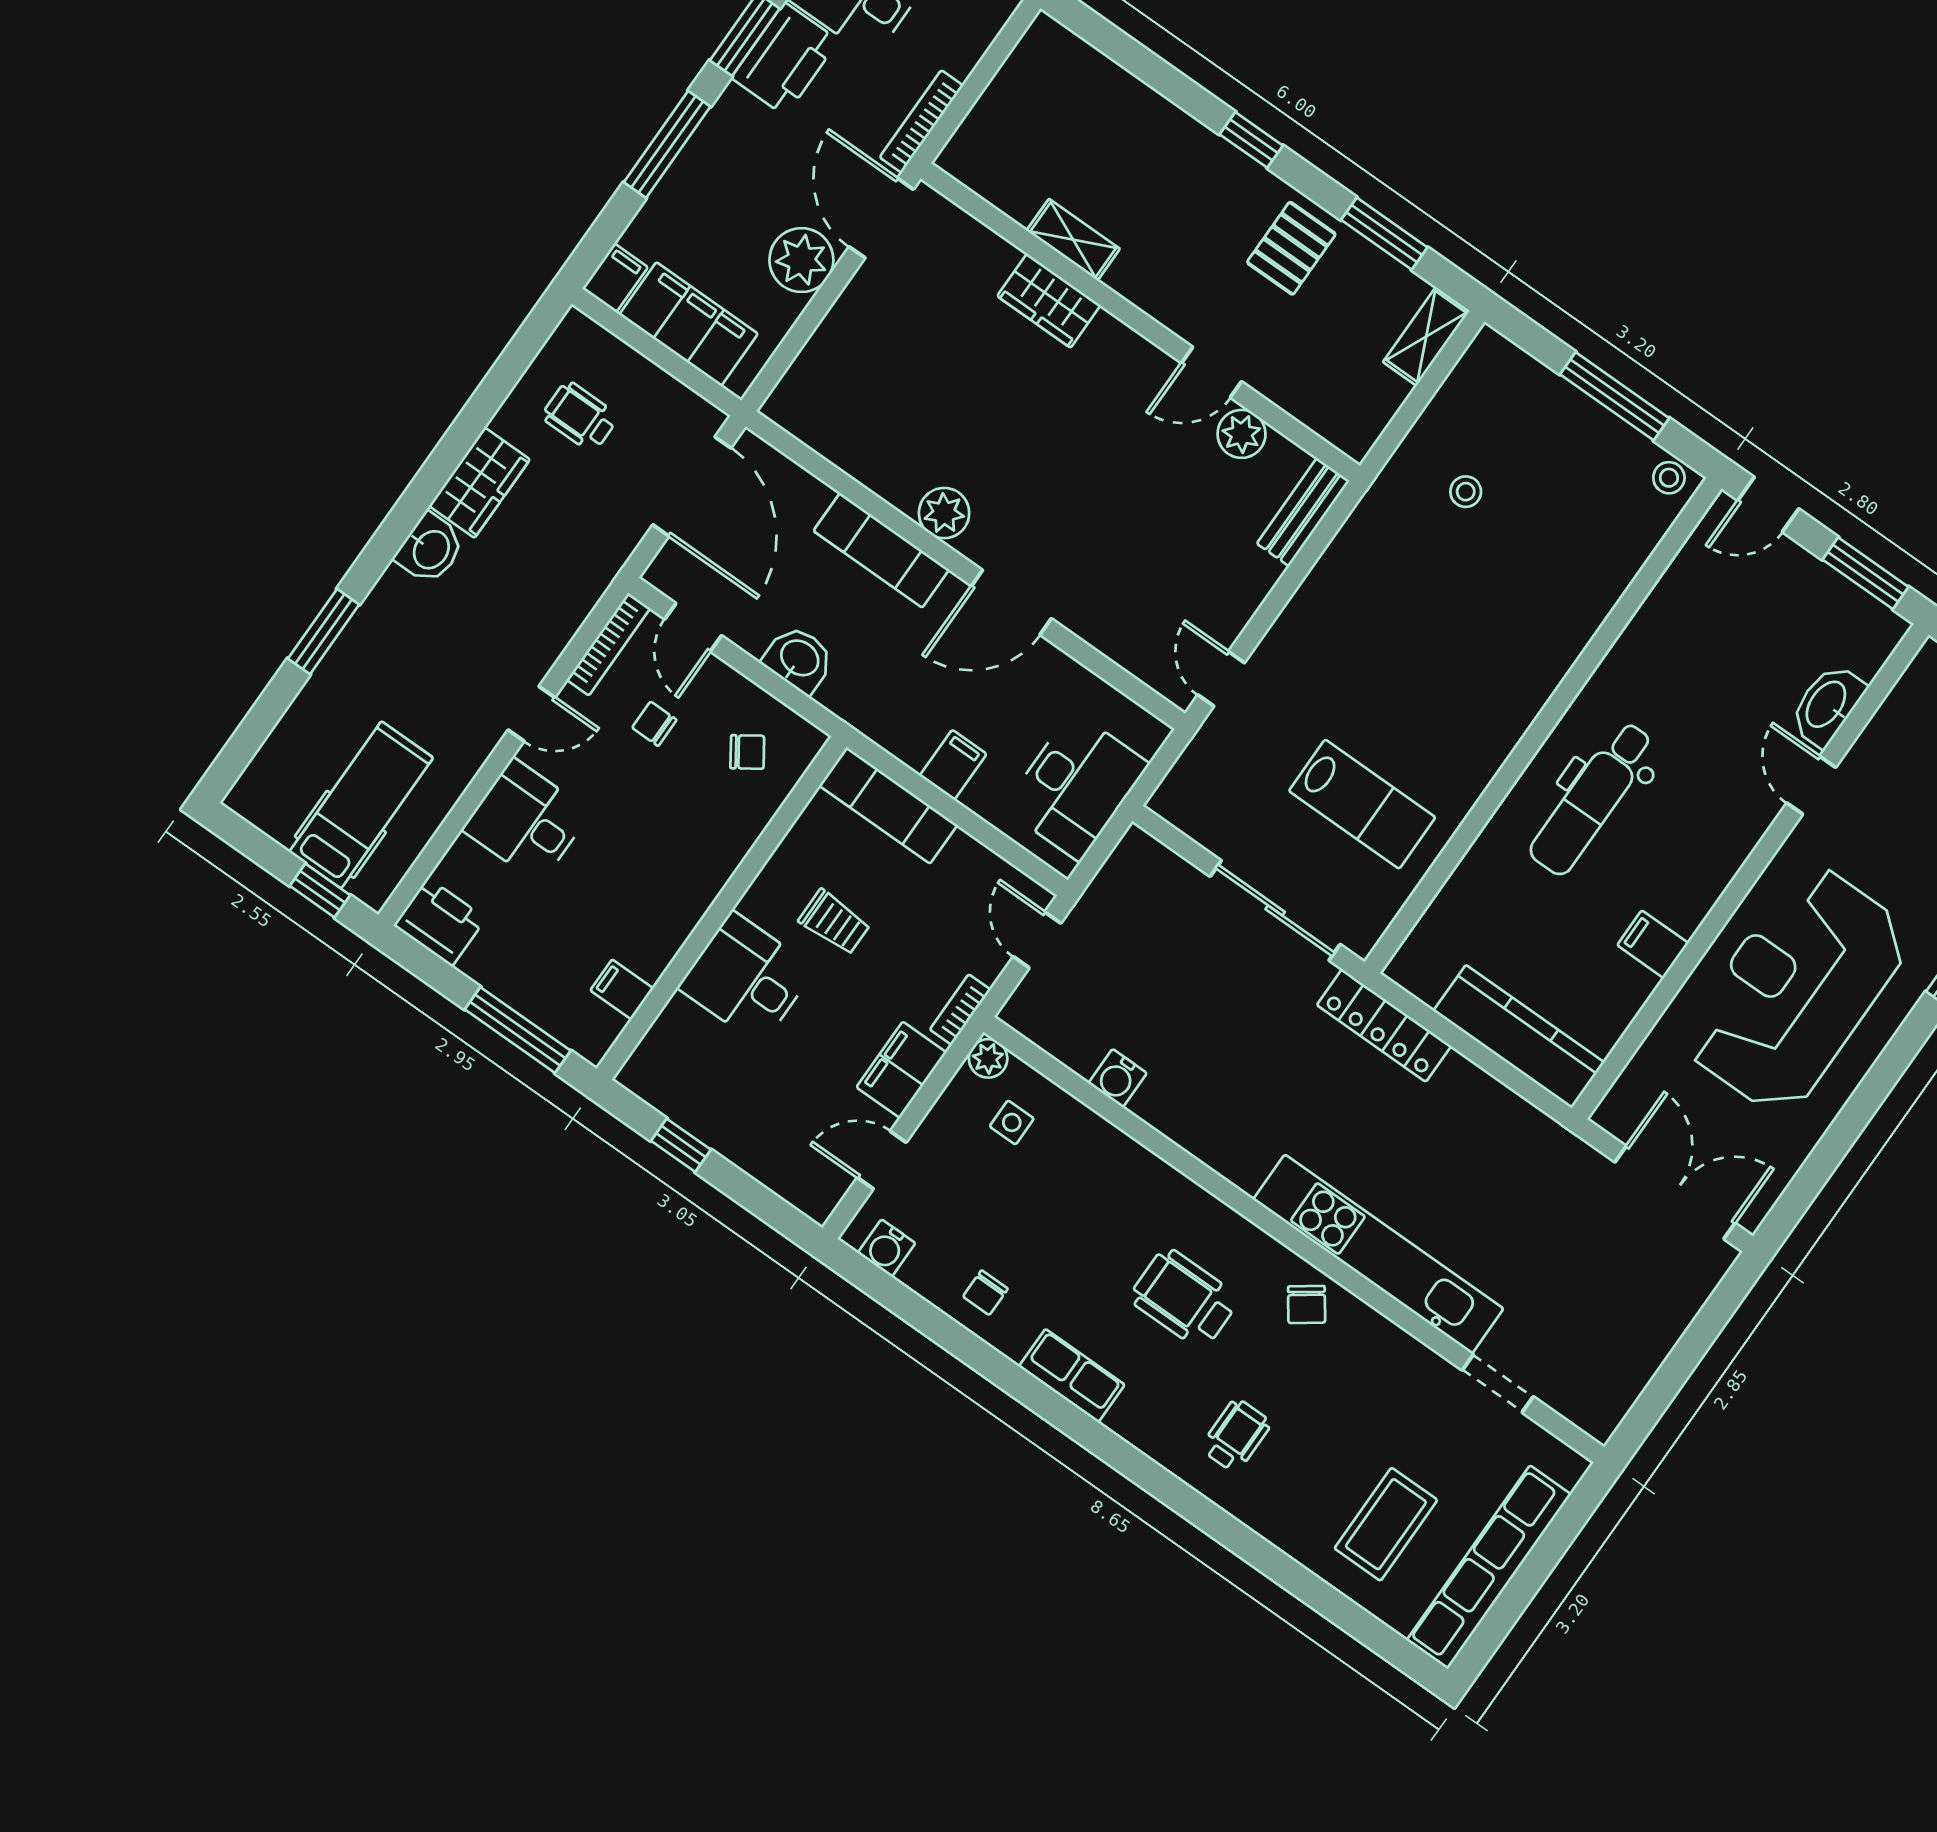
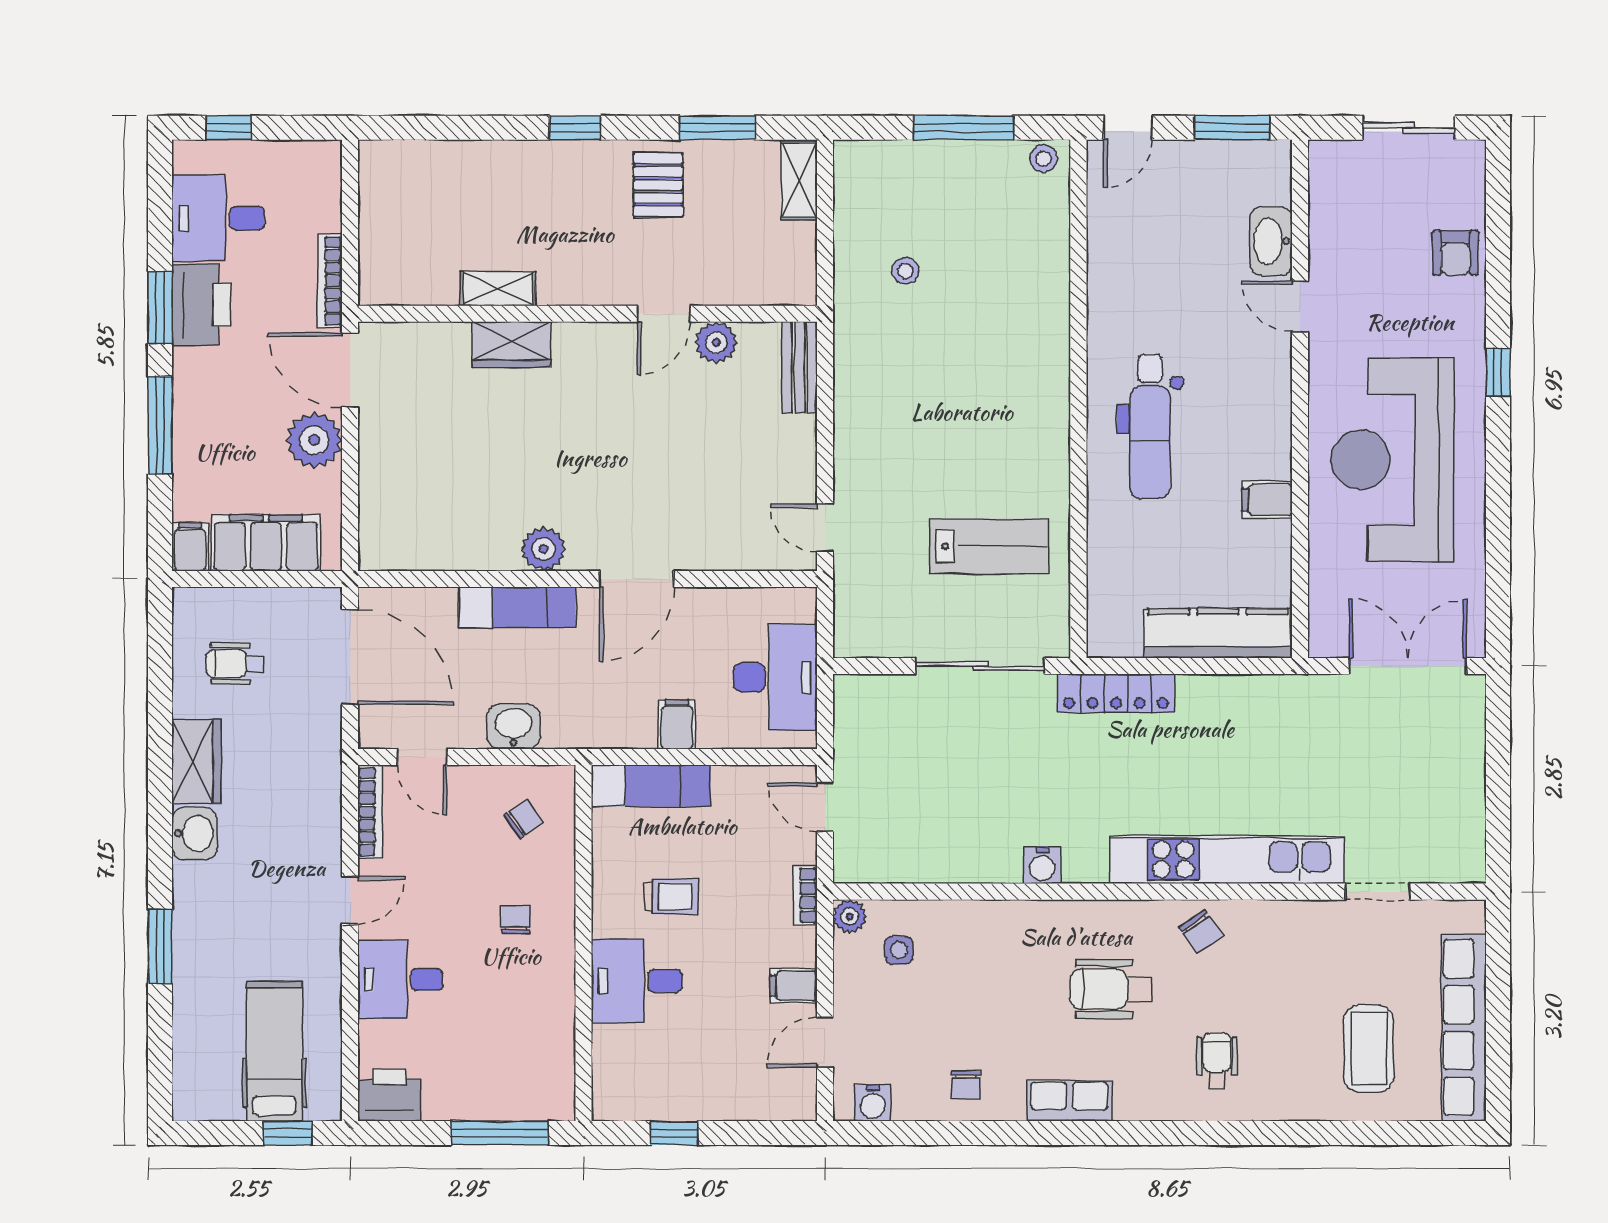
chair: (654, 724) -> (516, 920), moved, turned 90
filing cabinet: (622, 989) -> (553, 1052), removed
filing cabinet: (901, 1070) -> (794, 986), width x0.50
water cooler: (1118, 1078) -> (1042, 865), moved

